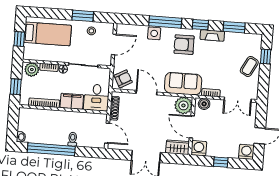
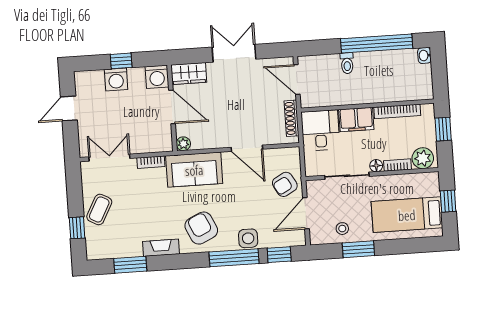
window: (200, 25) -> (279, 255), moved
armchair: (184, 45) -> (201, 228), turned -115
armchair: (123, 79) -> (285, 184), moved
boiler: (204, 104) -> (159, 144), removed
plant: (183, 105) -> (183, 144), width x0.53, depth x0.53
washing machine: (246, 152) -> (116, 79), moved

